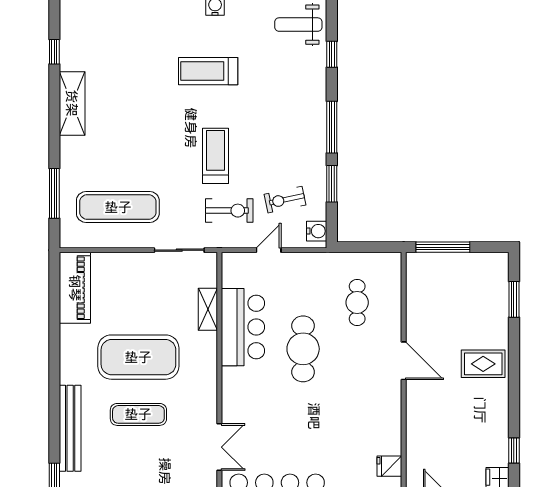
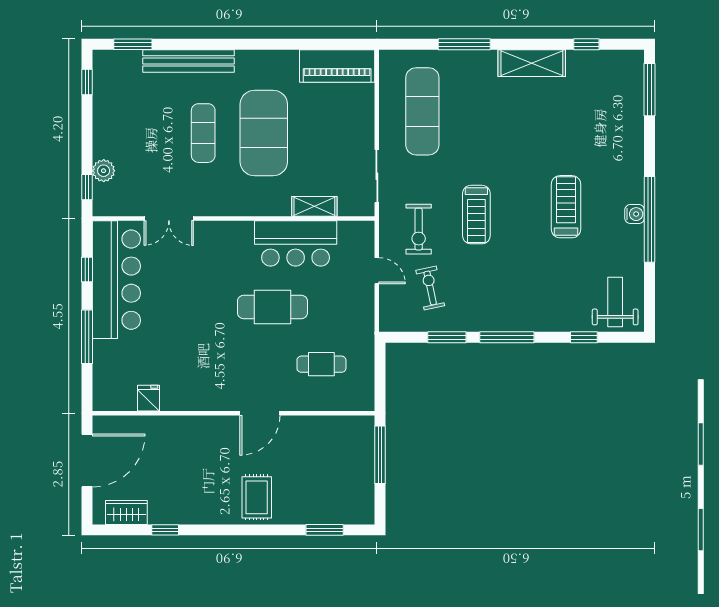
treadmill: (216, 156) -> (476, 215), turned 90
window: (54, 193) -> (464, 44), moved
water cooler: (317, 231) -> (397, 321), removed

